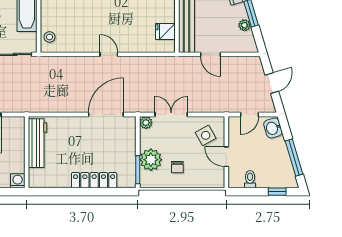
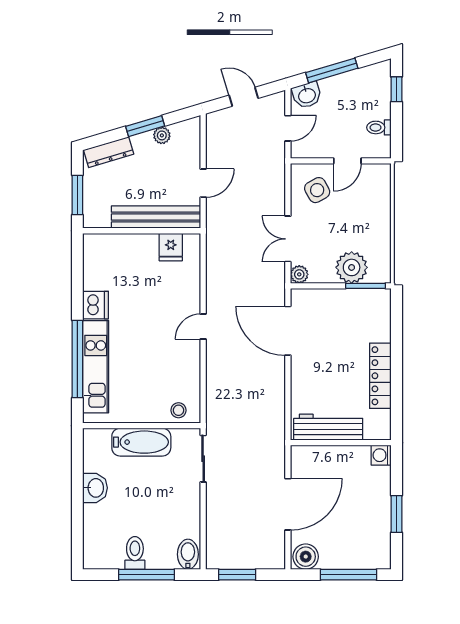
door: (250, 115) -> (288, 128), hinge flipped
window: (294, 158) -> (332, 70), moved
chair: (177, 167) -> (362, 230), removed
locker: (94, 180) -> (380, 376), moved

